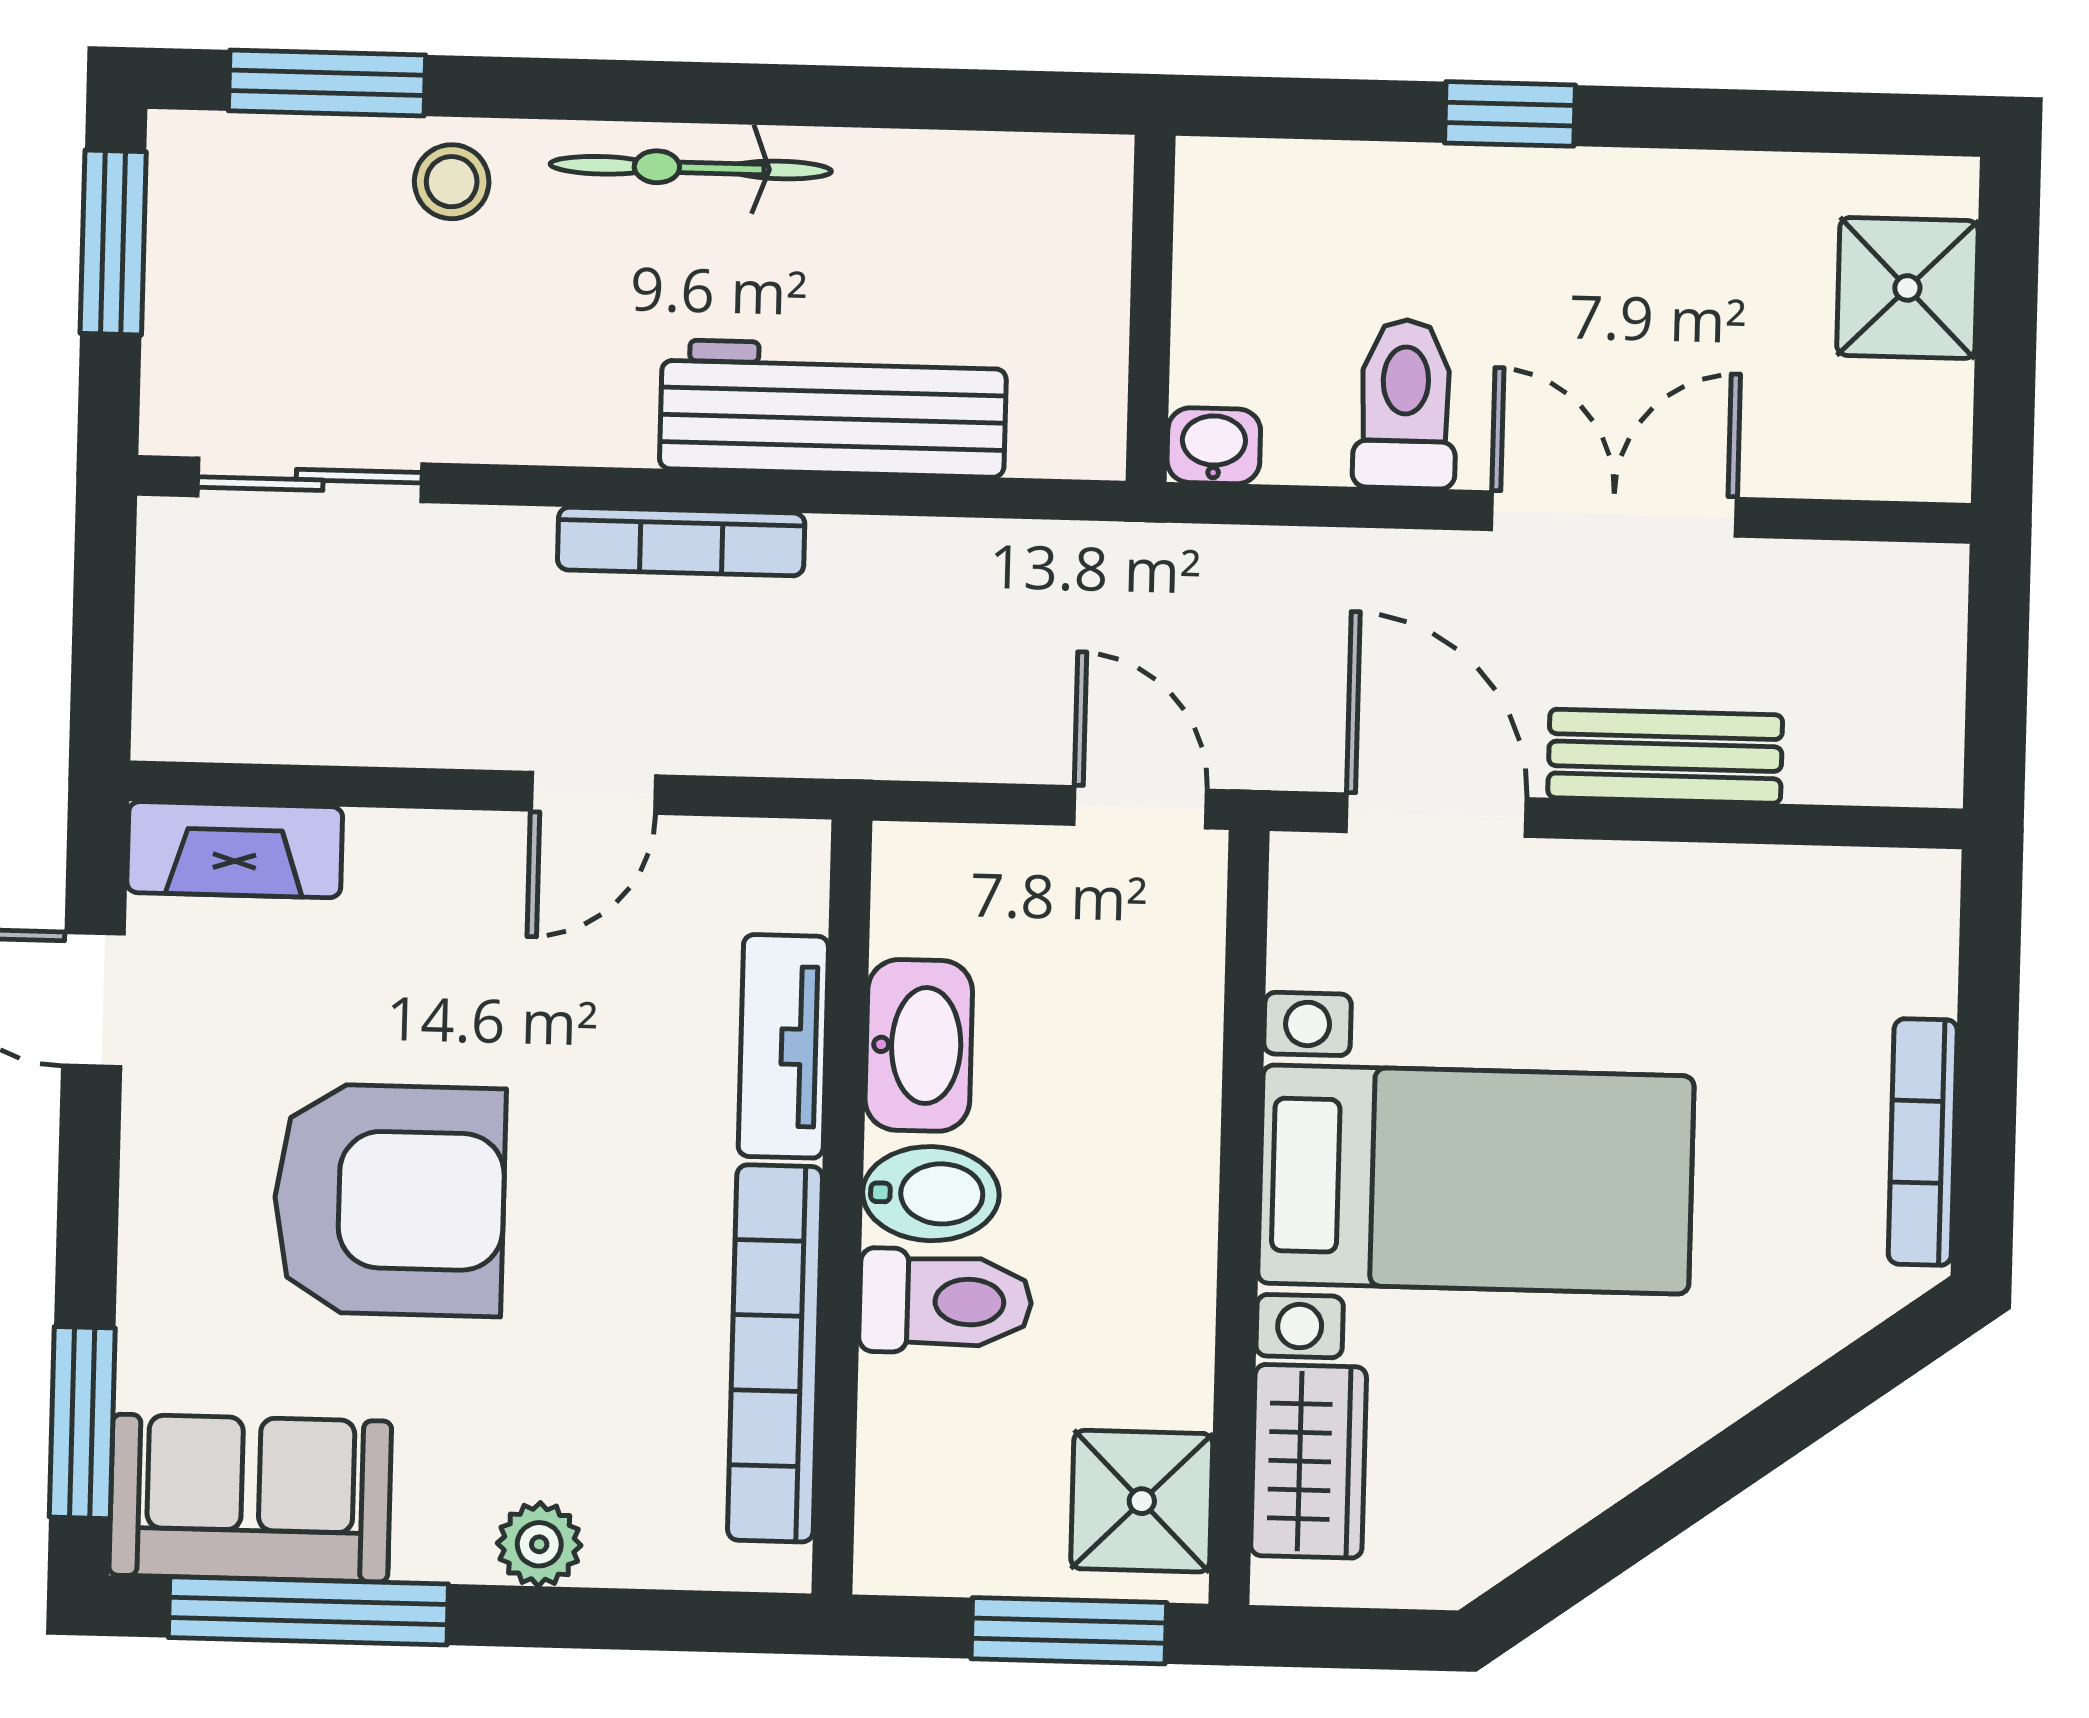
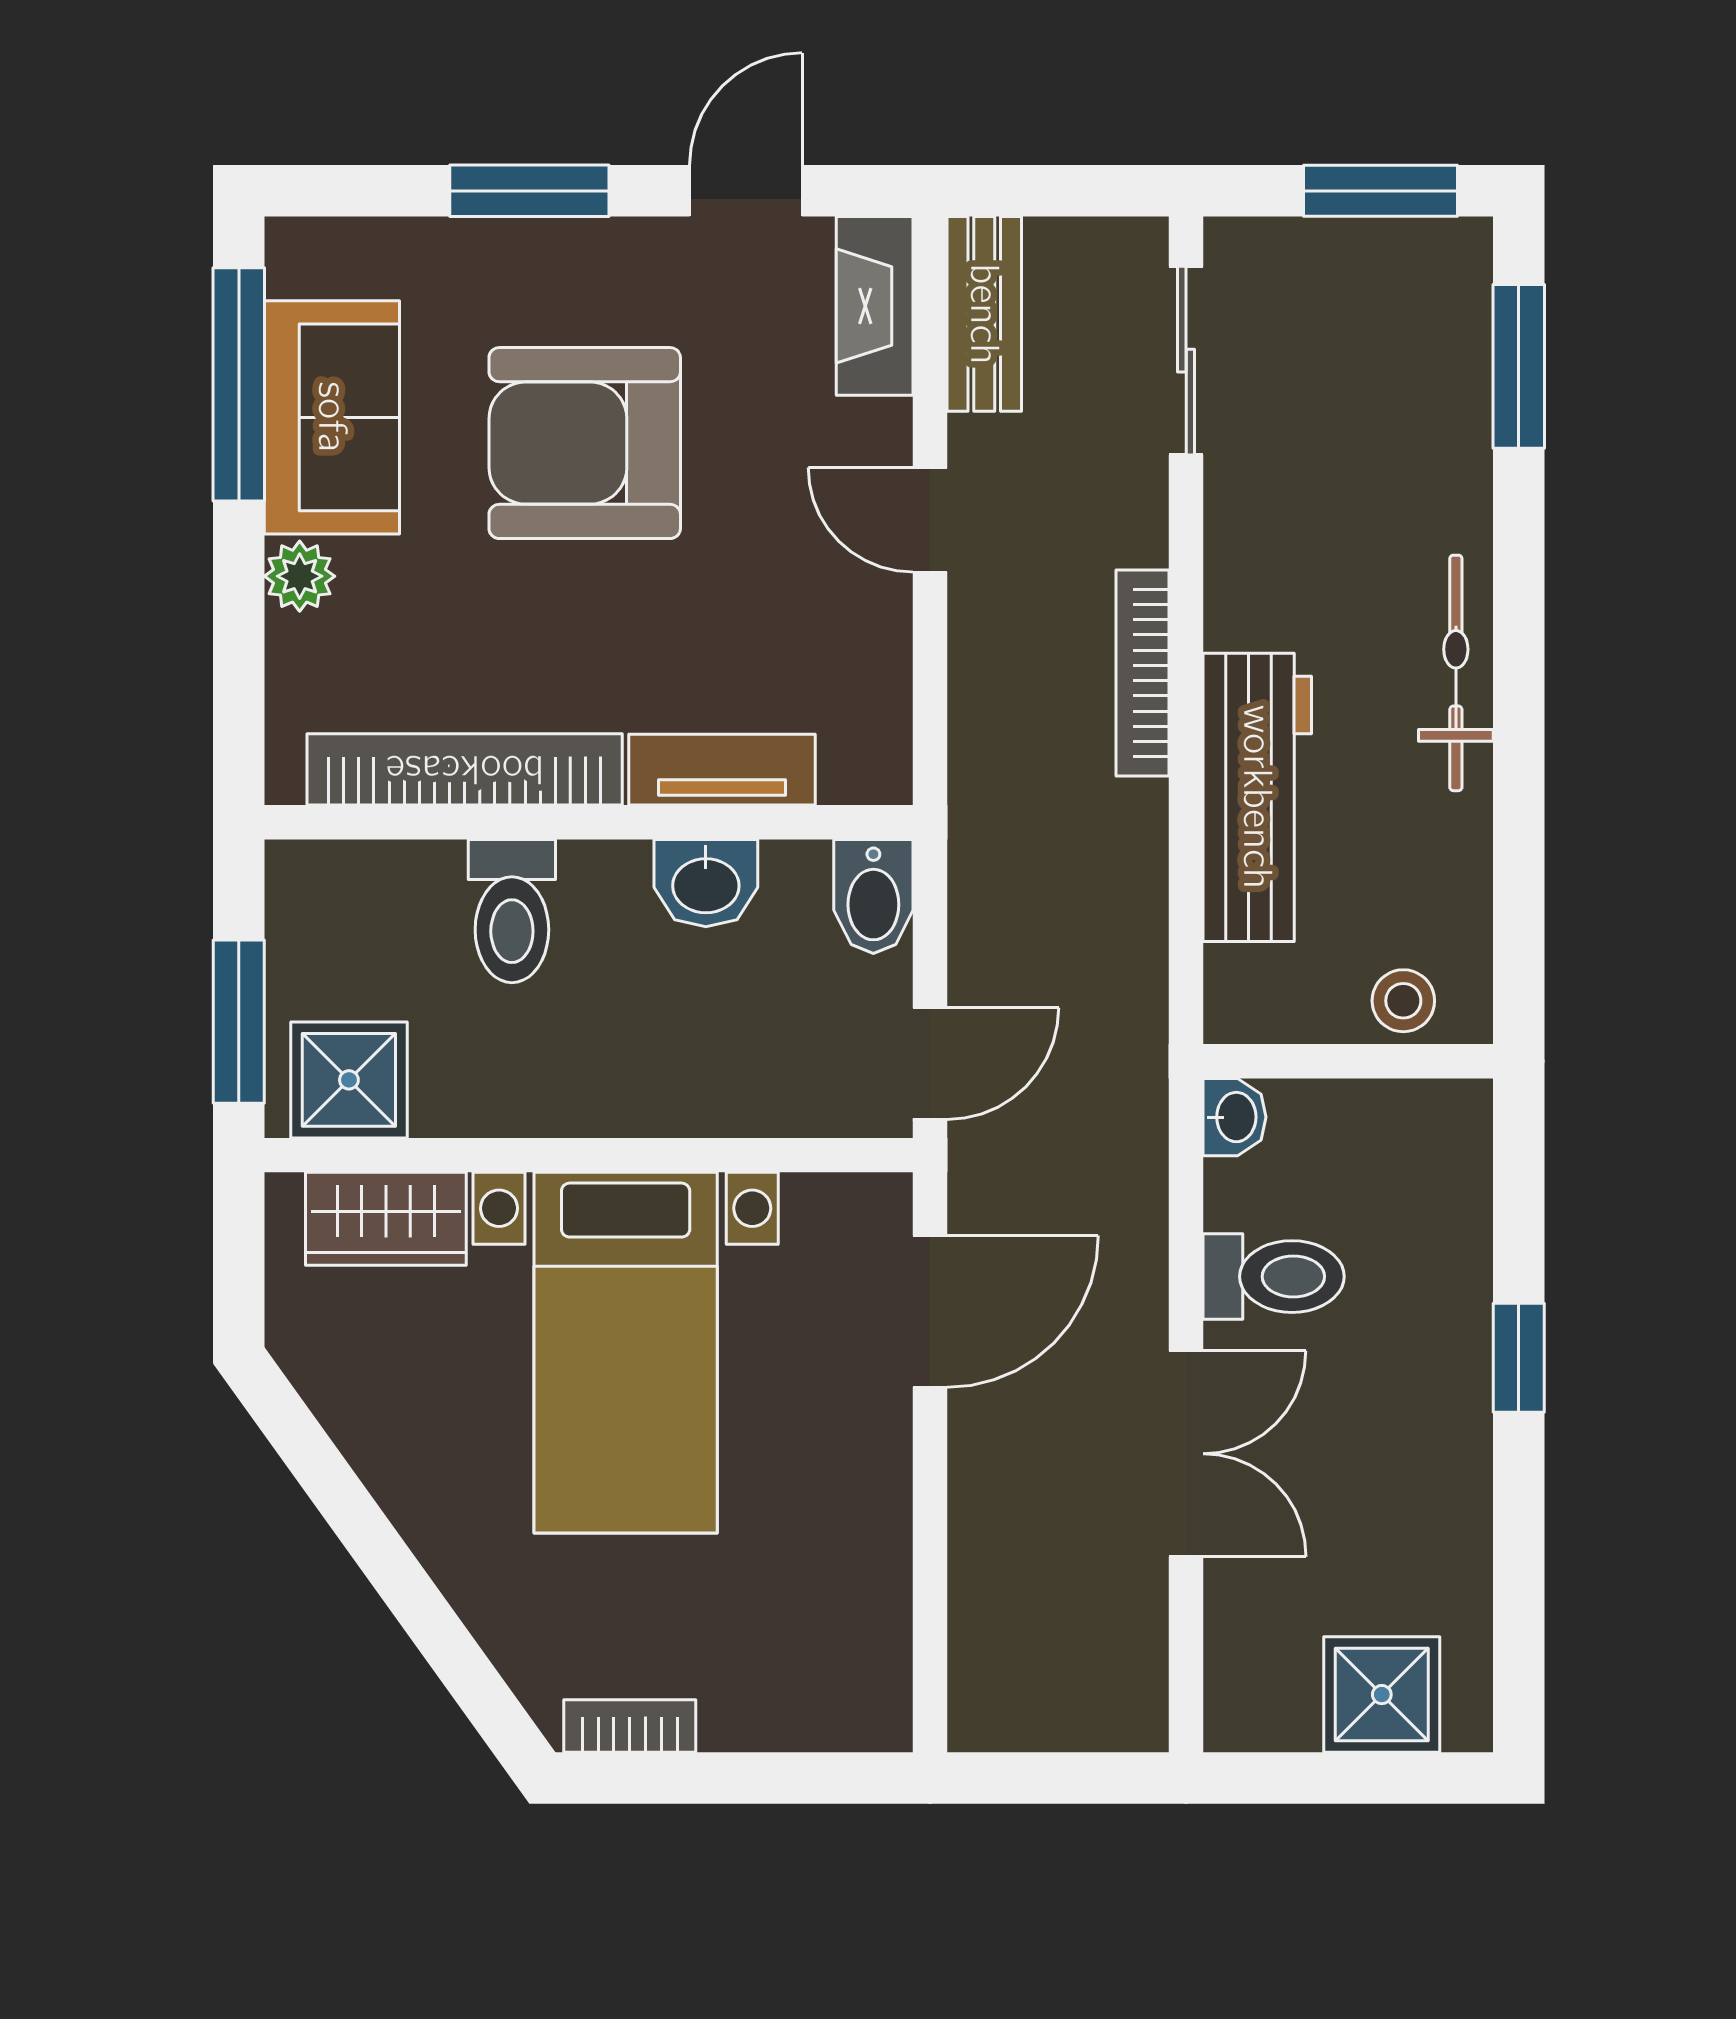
stool: (452, 182) -> (1403, 1001), moved
bench: (1665, 756) -> (984, 314), moved
door: (593, 793) -> (930, 520), moved
washbasin: (919, 1045) -> (706, 883), width x0.72
bookcase: (1923, 1142) -> (630, 1726), width x0.64
bidet: (931, 1194) -> (873, 897), moved
armchair: (389, 1200) -> (585, 443), turned 90
window: (82, 1423) -> (529, 191), moved
sofa: (250, 1498) -> (332, 417), moved

